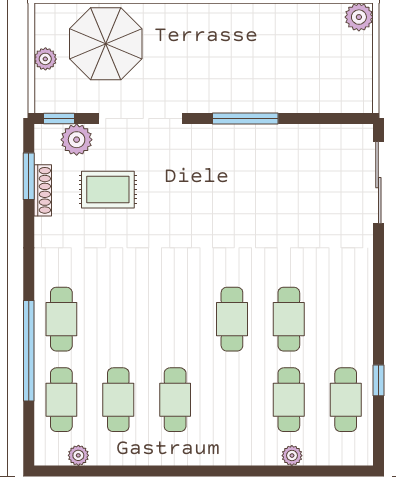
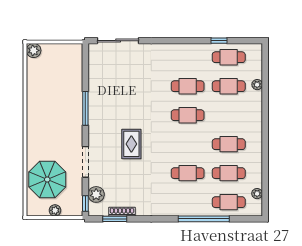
doorway: (140, 119) -> (85, 162), width x0.73
rug: (108, 190) -> (131, 144), moved
cafe table: (61, 319) -> (188, 173), moved

